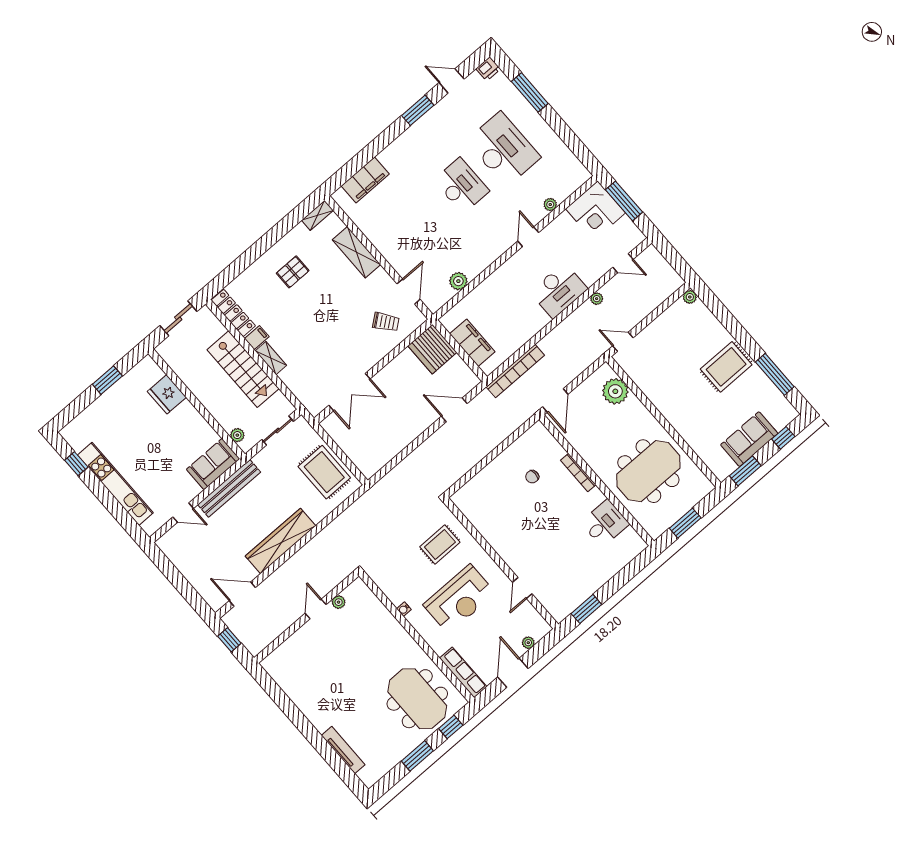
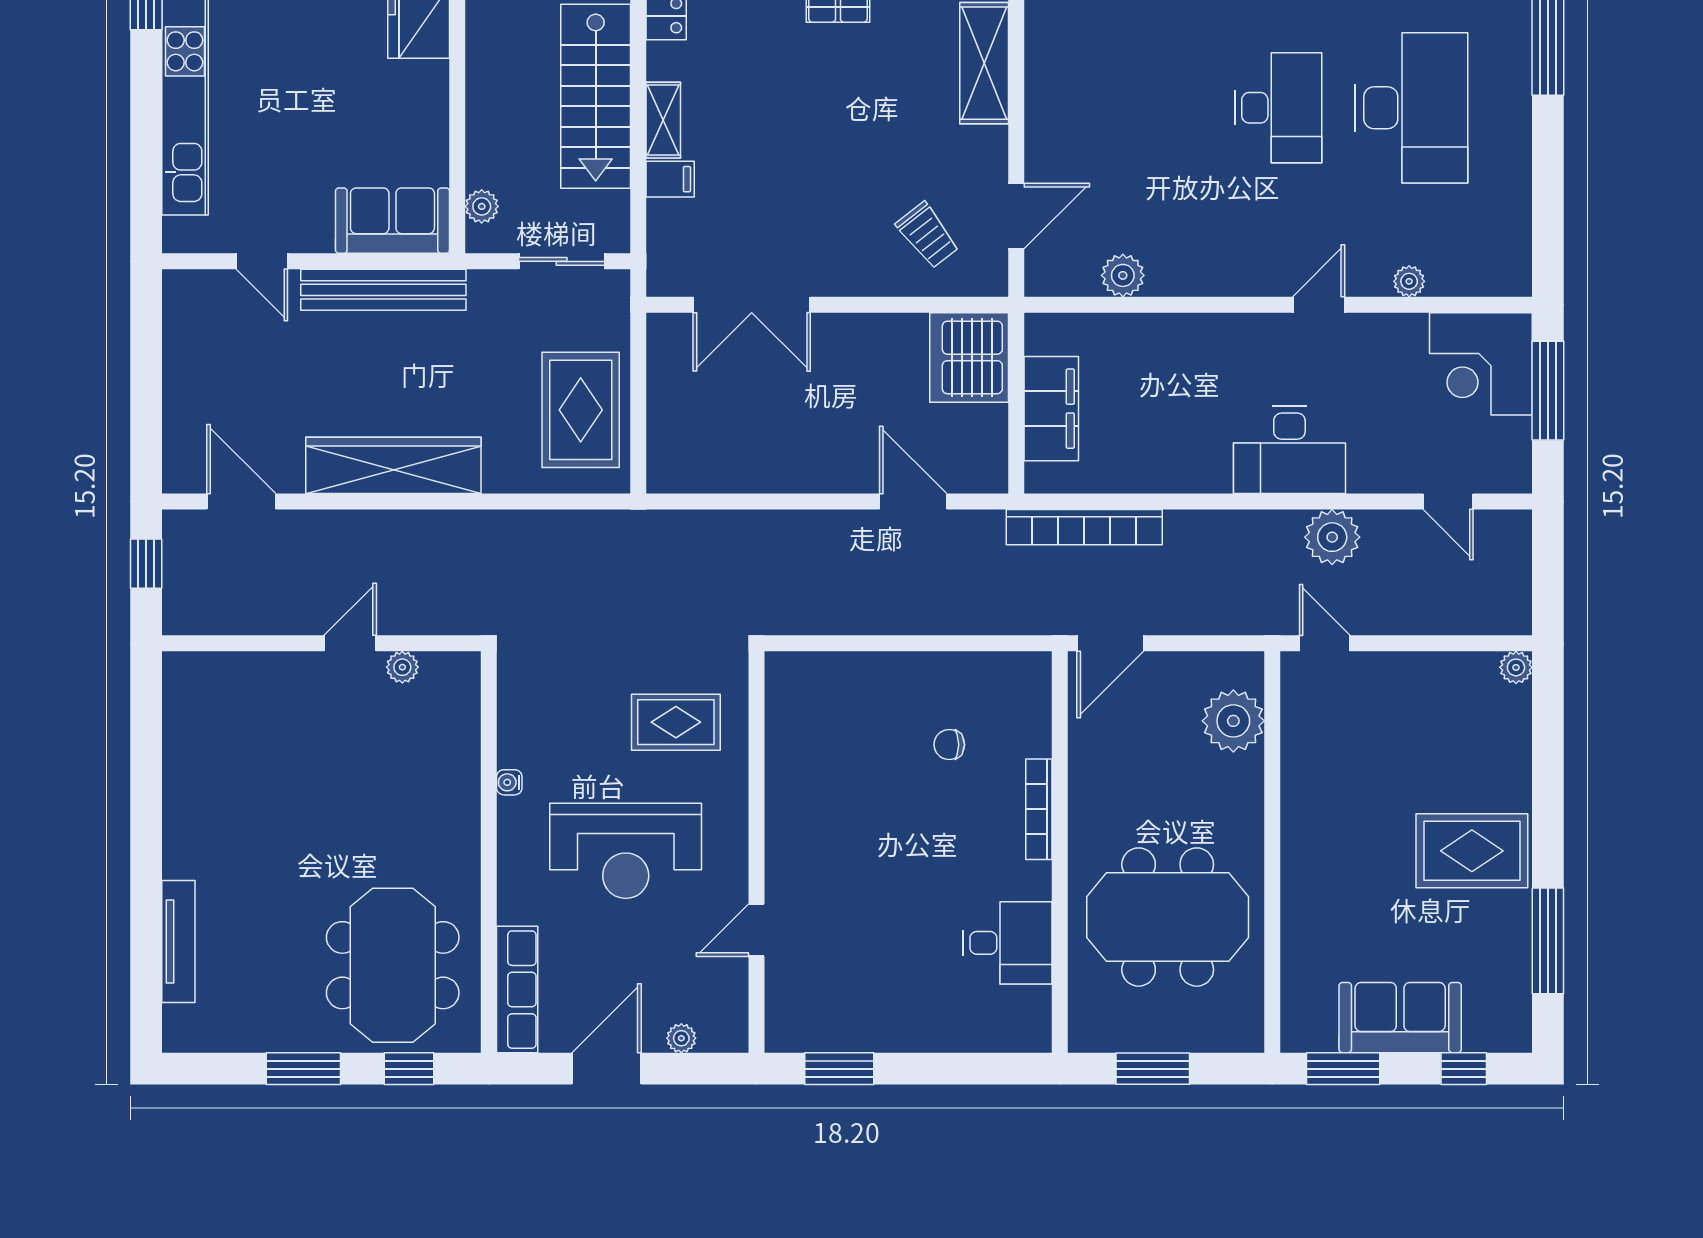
plant: (597, 299) -> (1332, 537), width x1.88, depth x1.88
filing cabinet: (257, 338) -> (670, 179), moved

